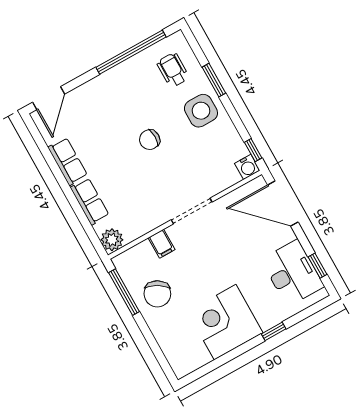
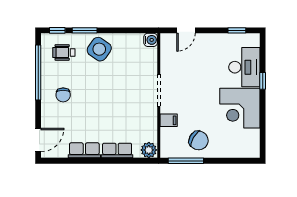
door: (49, 98) -> (38, 140), hinge flipped
side table: (201, 111) -> (99, 49), turned 35
chair: (150, 140) -> (63, 95), moved
window: (253, 150) -> (57, 30), moved
door: (283, 204) -> (186, 30), width x0.53
desk: (292, 273) -> (244, 67), moved, turned 90

